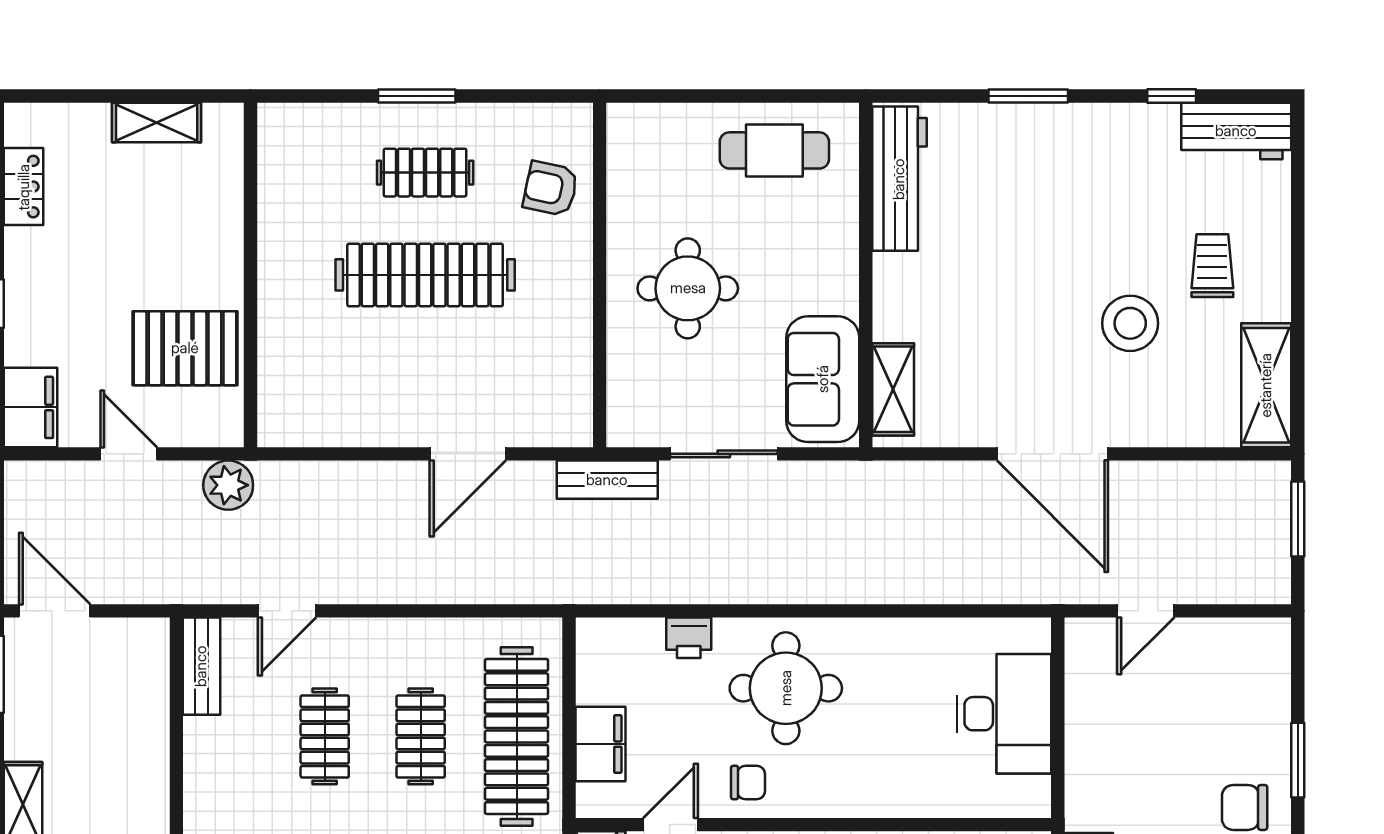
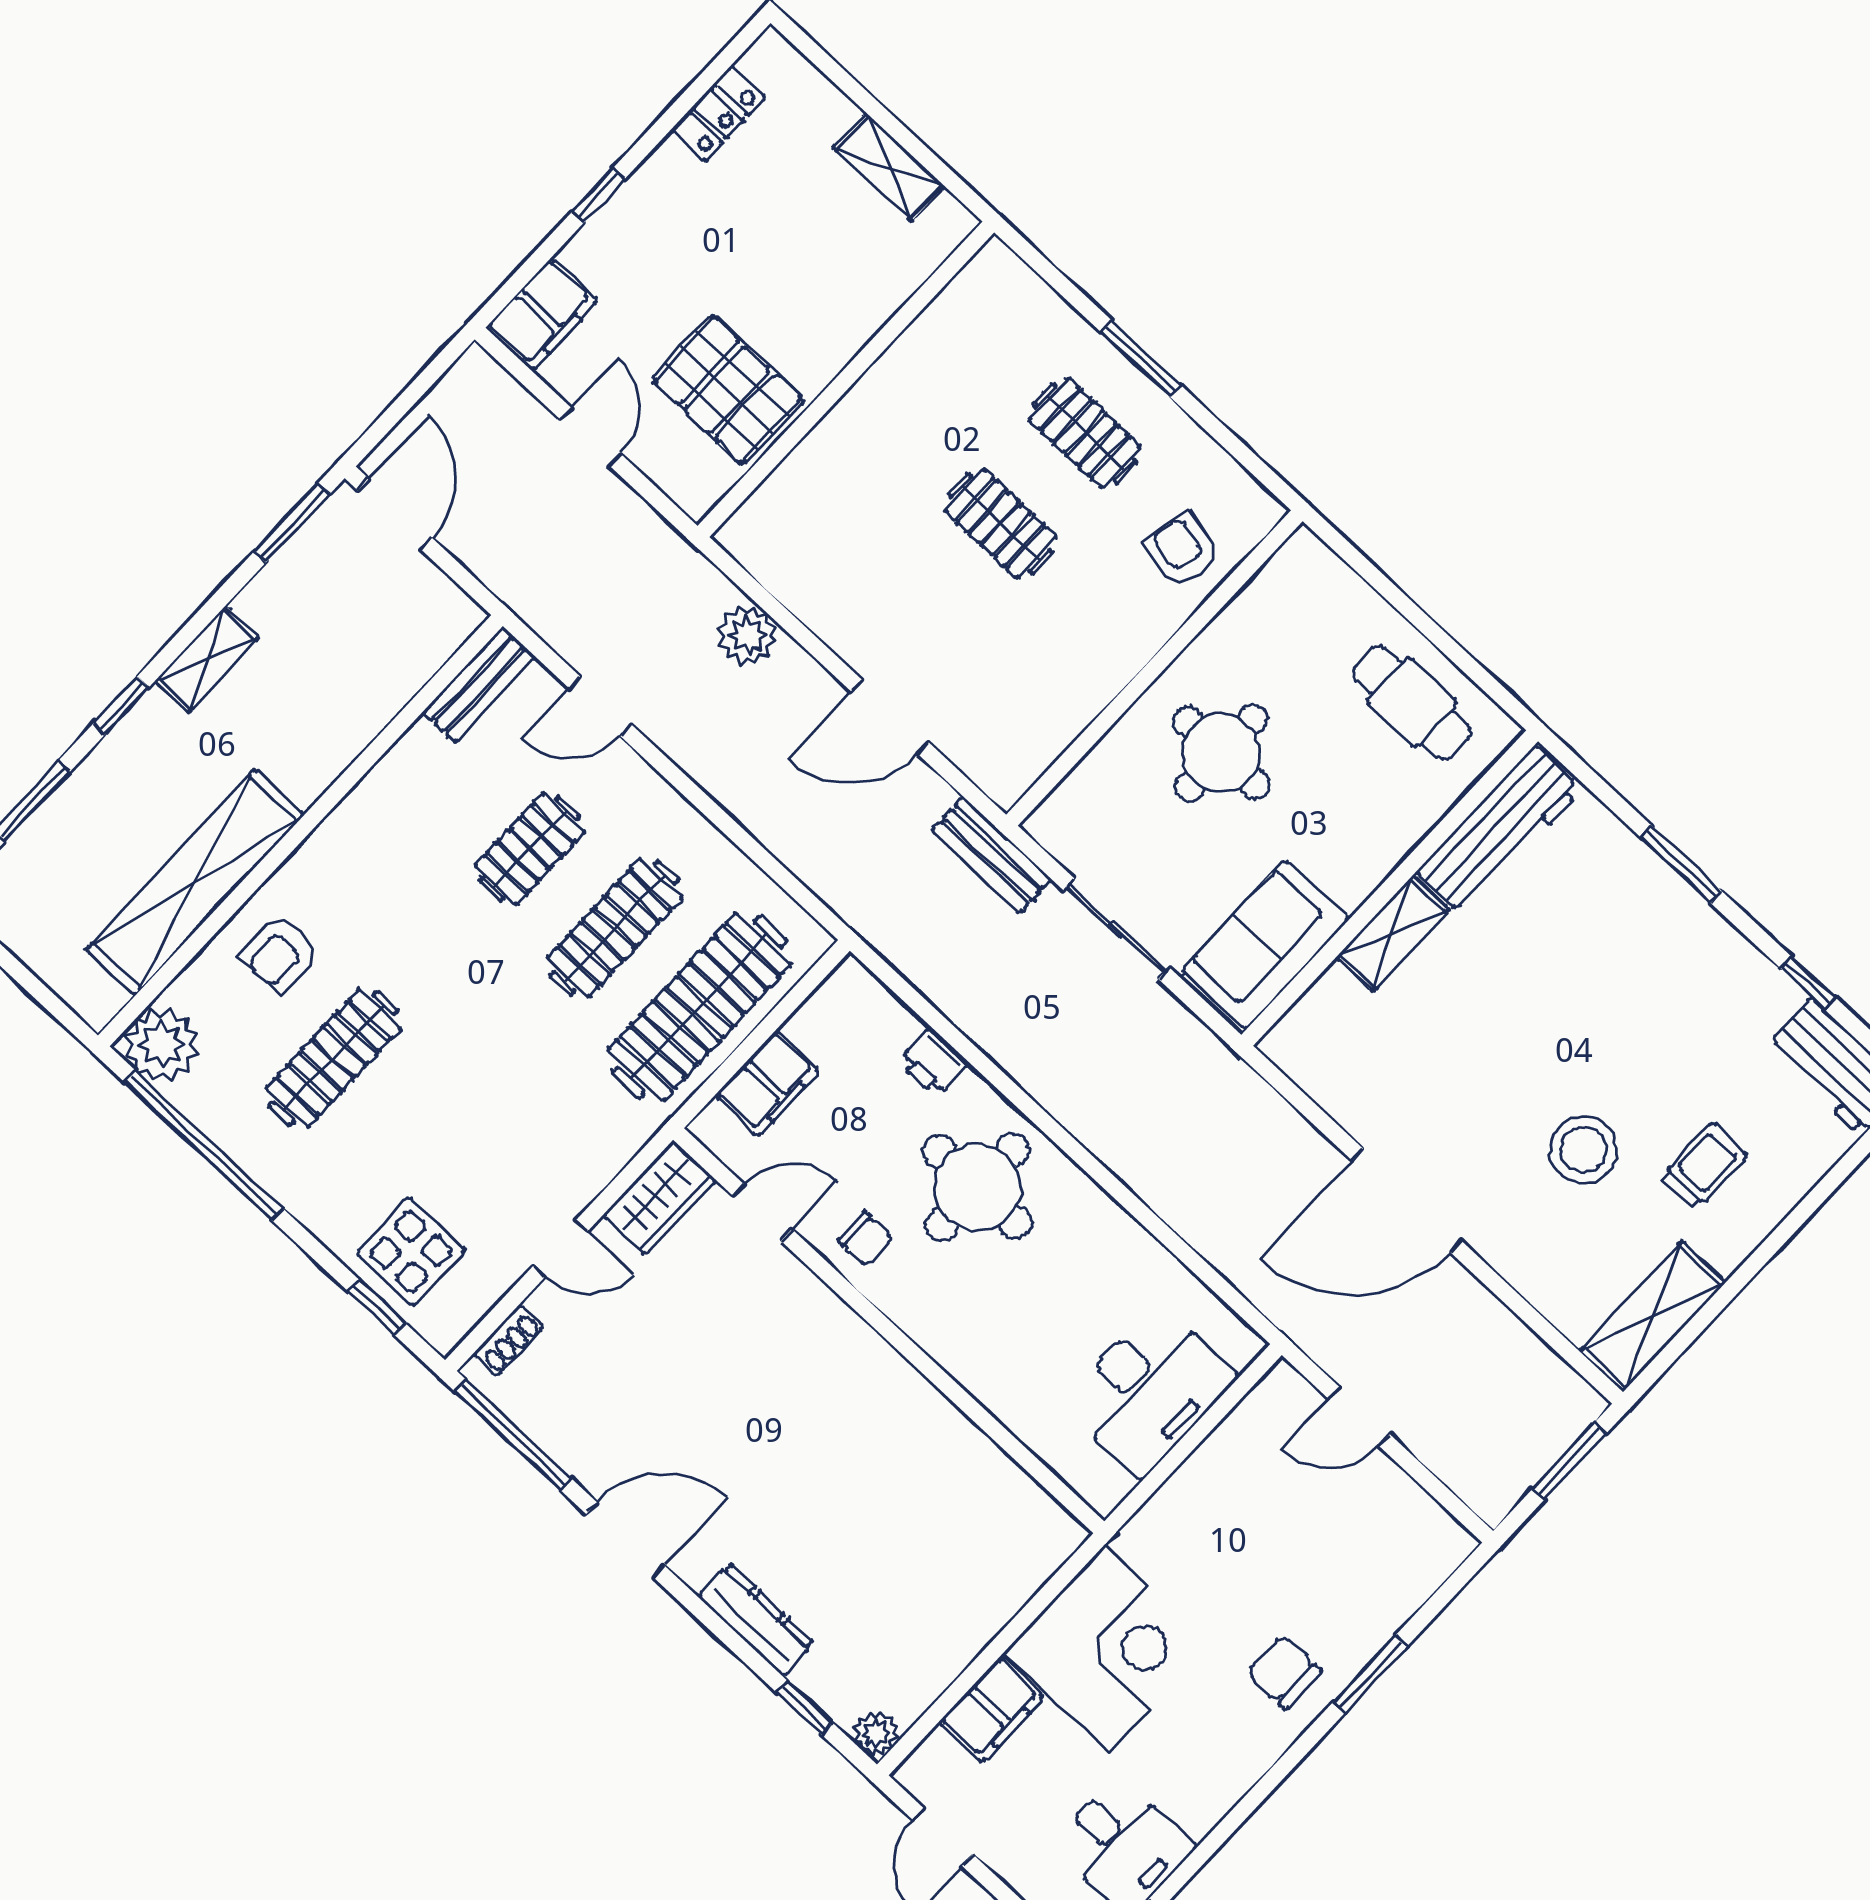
clothes rail: (425, 275) -> (1000, 524), width x0.54, depth x0.76
shelving: (893, 389) -> (1393, 933), moved
door: (1052, 454) -> (1407, 1201), hinge flipped
plant: (228, 485) -> (747, 635), moved
clothes rail: (421, 736) -> (615, 928), width x1.36

